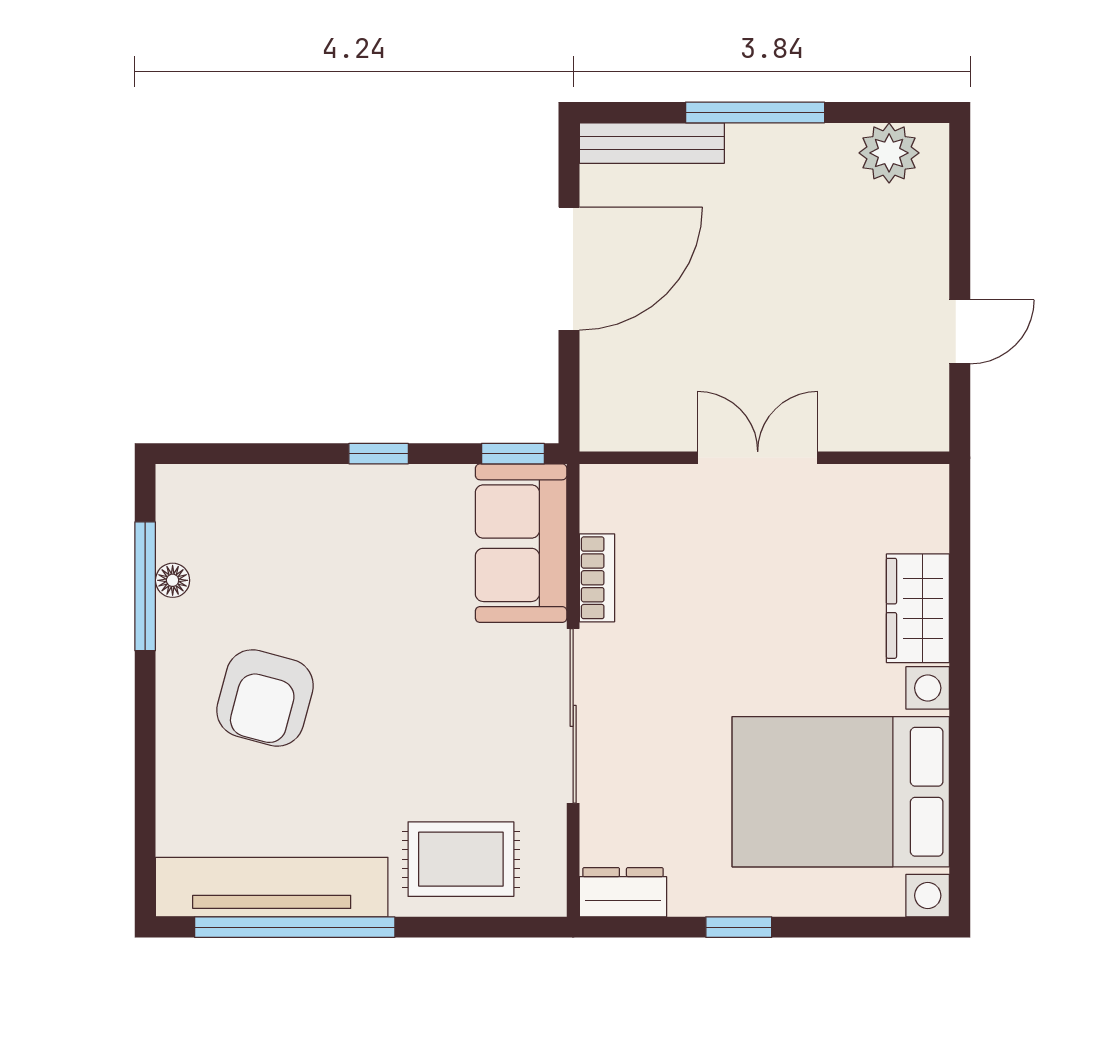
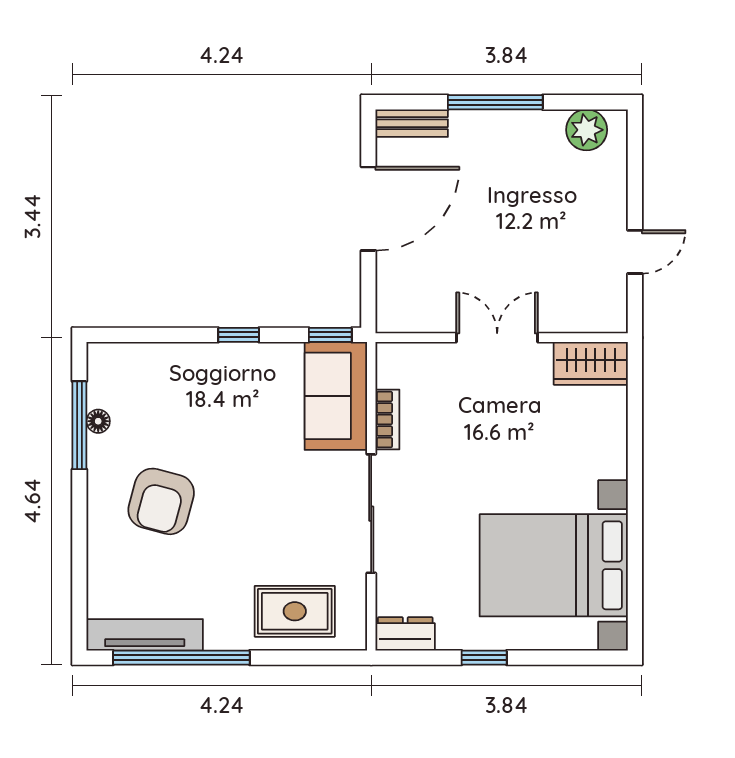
bench: (652, 143) -> (412, 123), width x0.73
wardrobe: (918, 608) -> (591, 363), moved, turned -90
tv unit: (272, 887) -> (145, 635), width x0.73, depth x0.78

